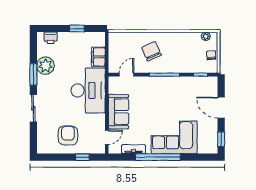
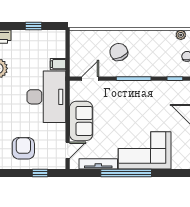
filing cabinet: (98, 57) -> (58, 64), width x0.50
tv unit: (133, 149) -> (98, 164), width x1.41

